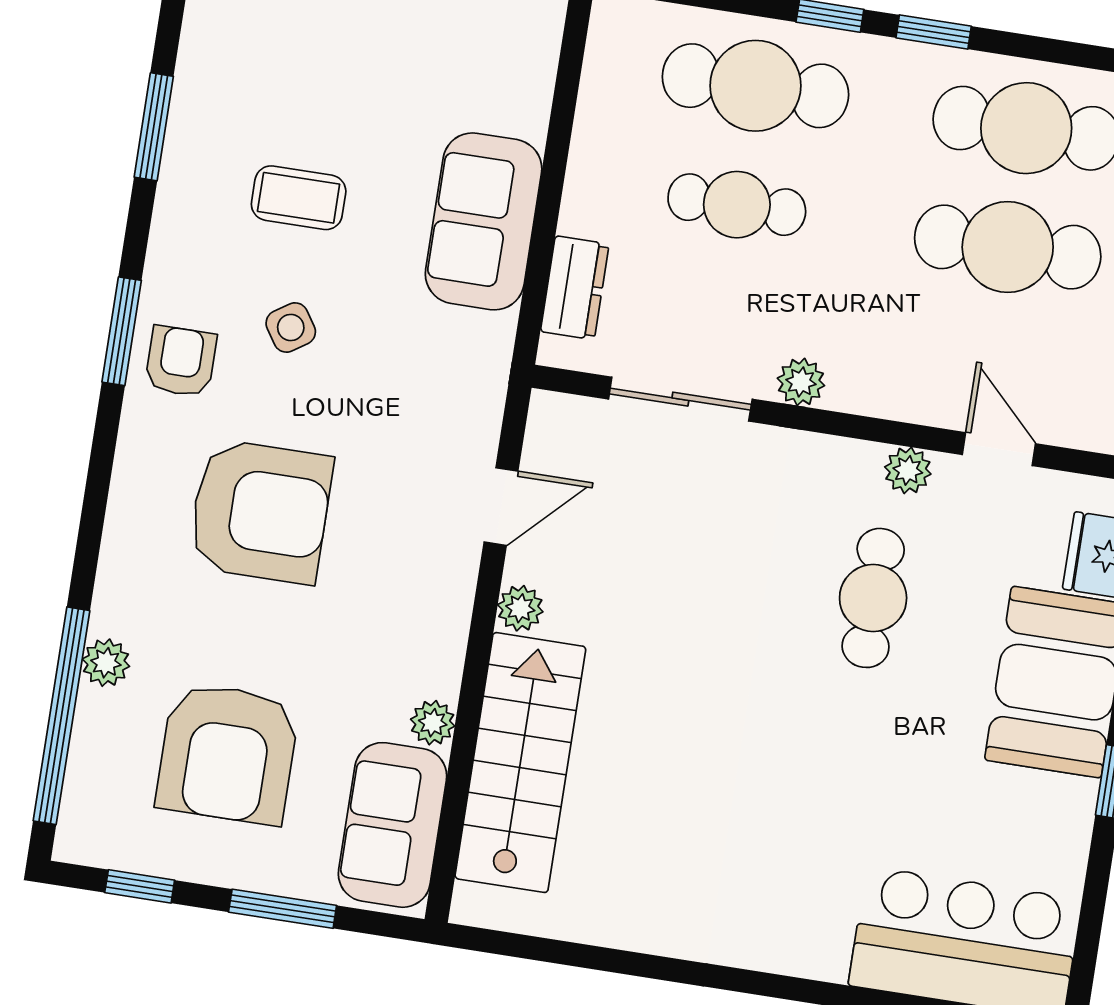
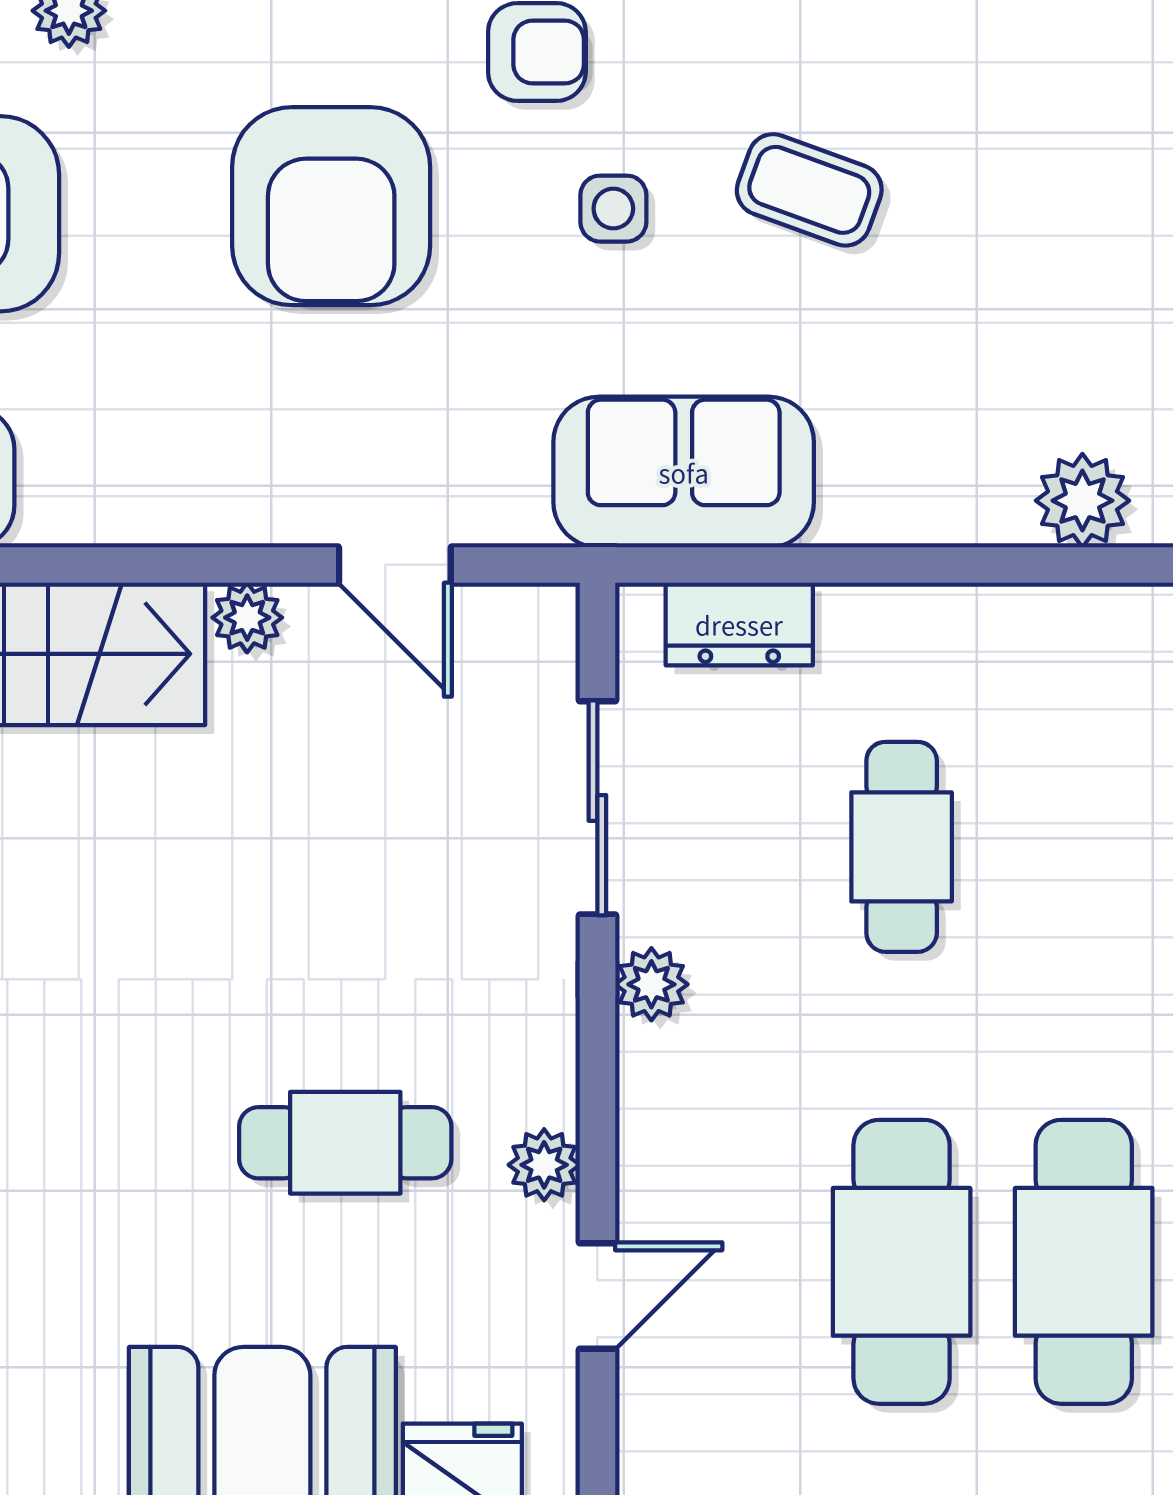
cafe table: (755, 86) -> (1084, 847), removed
coffee table: (299, 198) -> (809, 190), turned -70
sofa: (484, 221) -> (684, 472), moved
side table: (291, 327) -> (613, 209), turned 34
plant: (433, 723) -> (1082, 501), moved, width x1.38, depth x1.38

